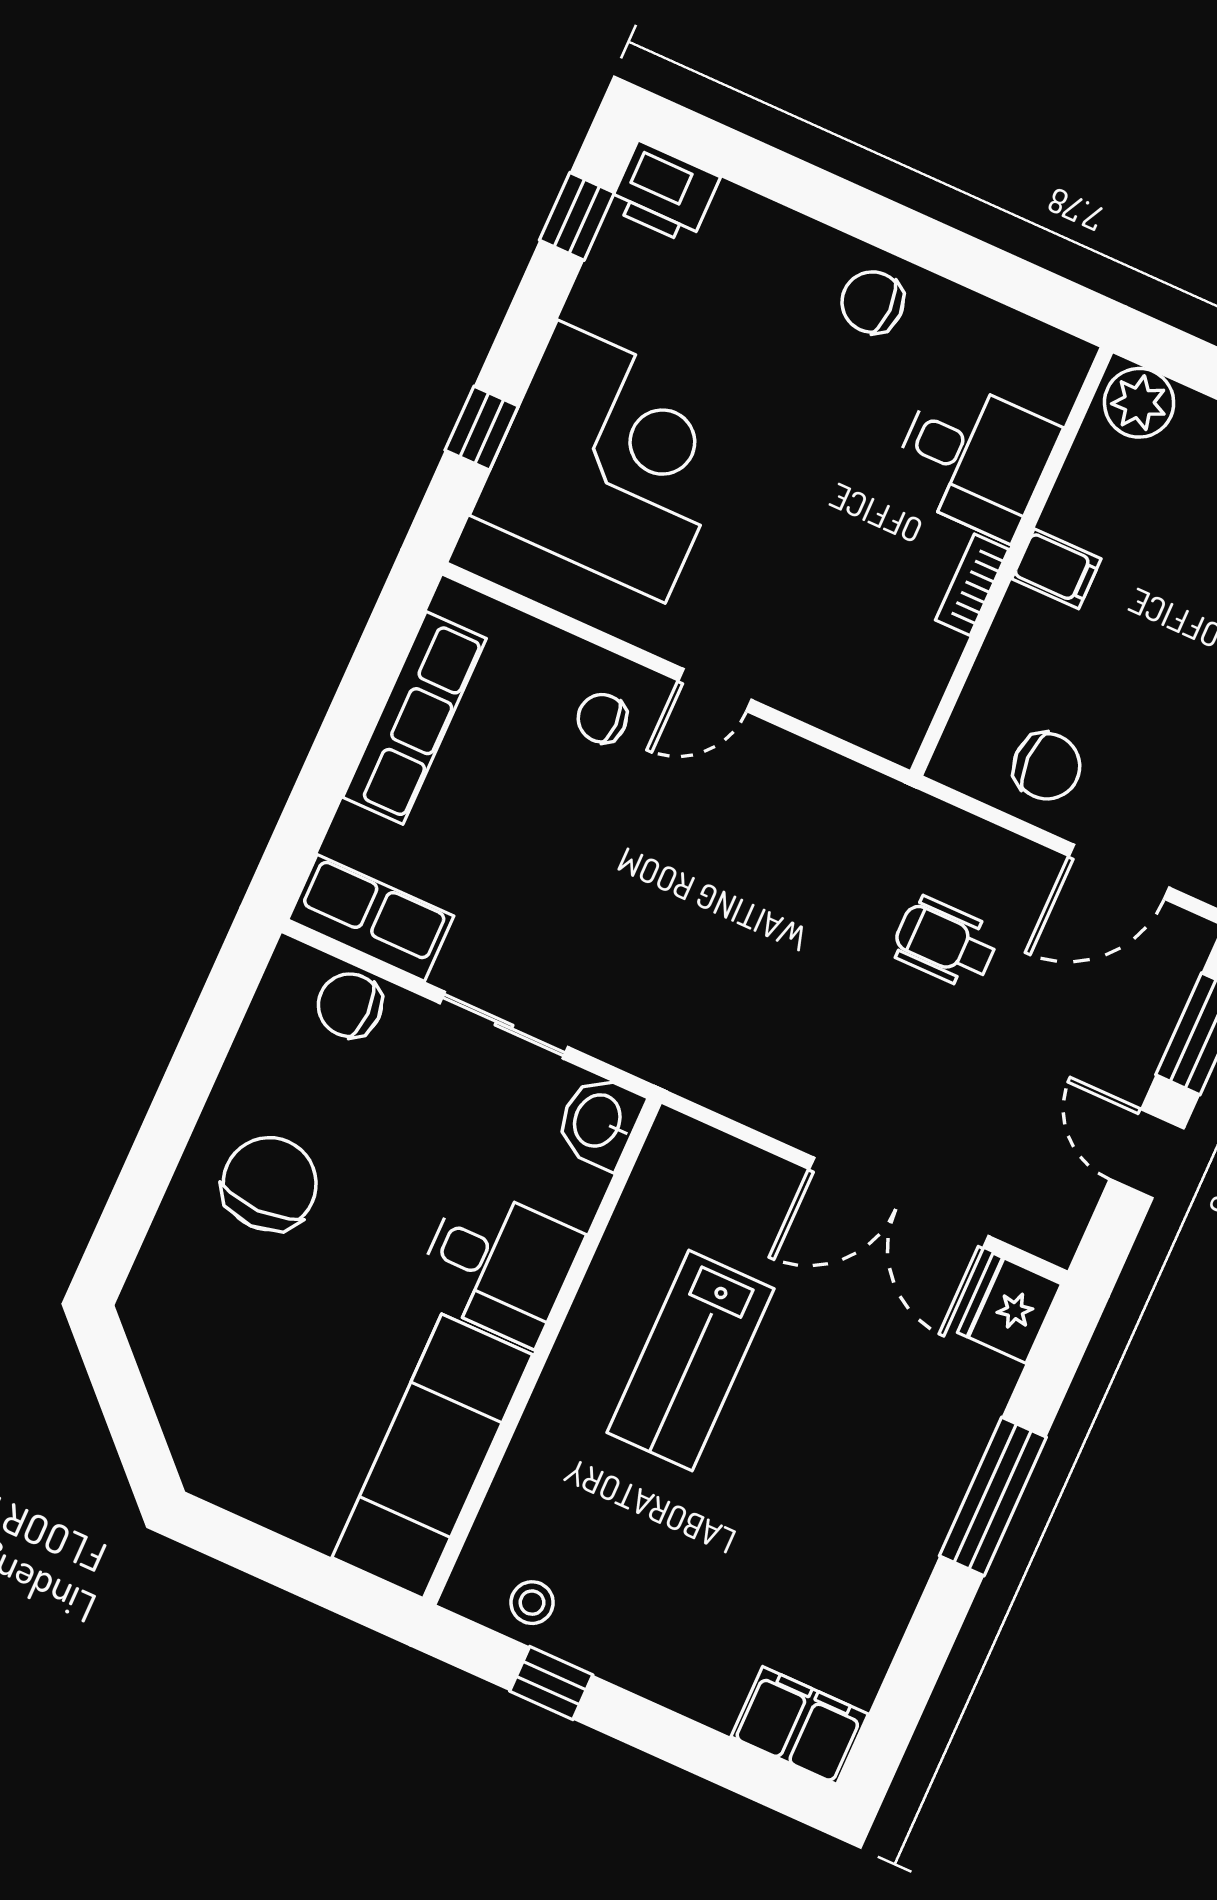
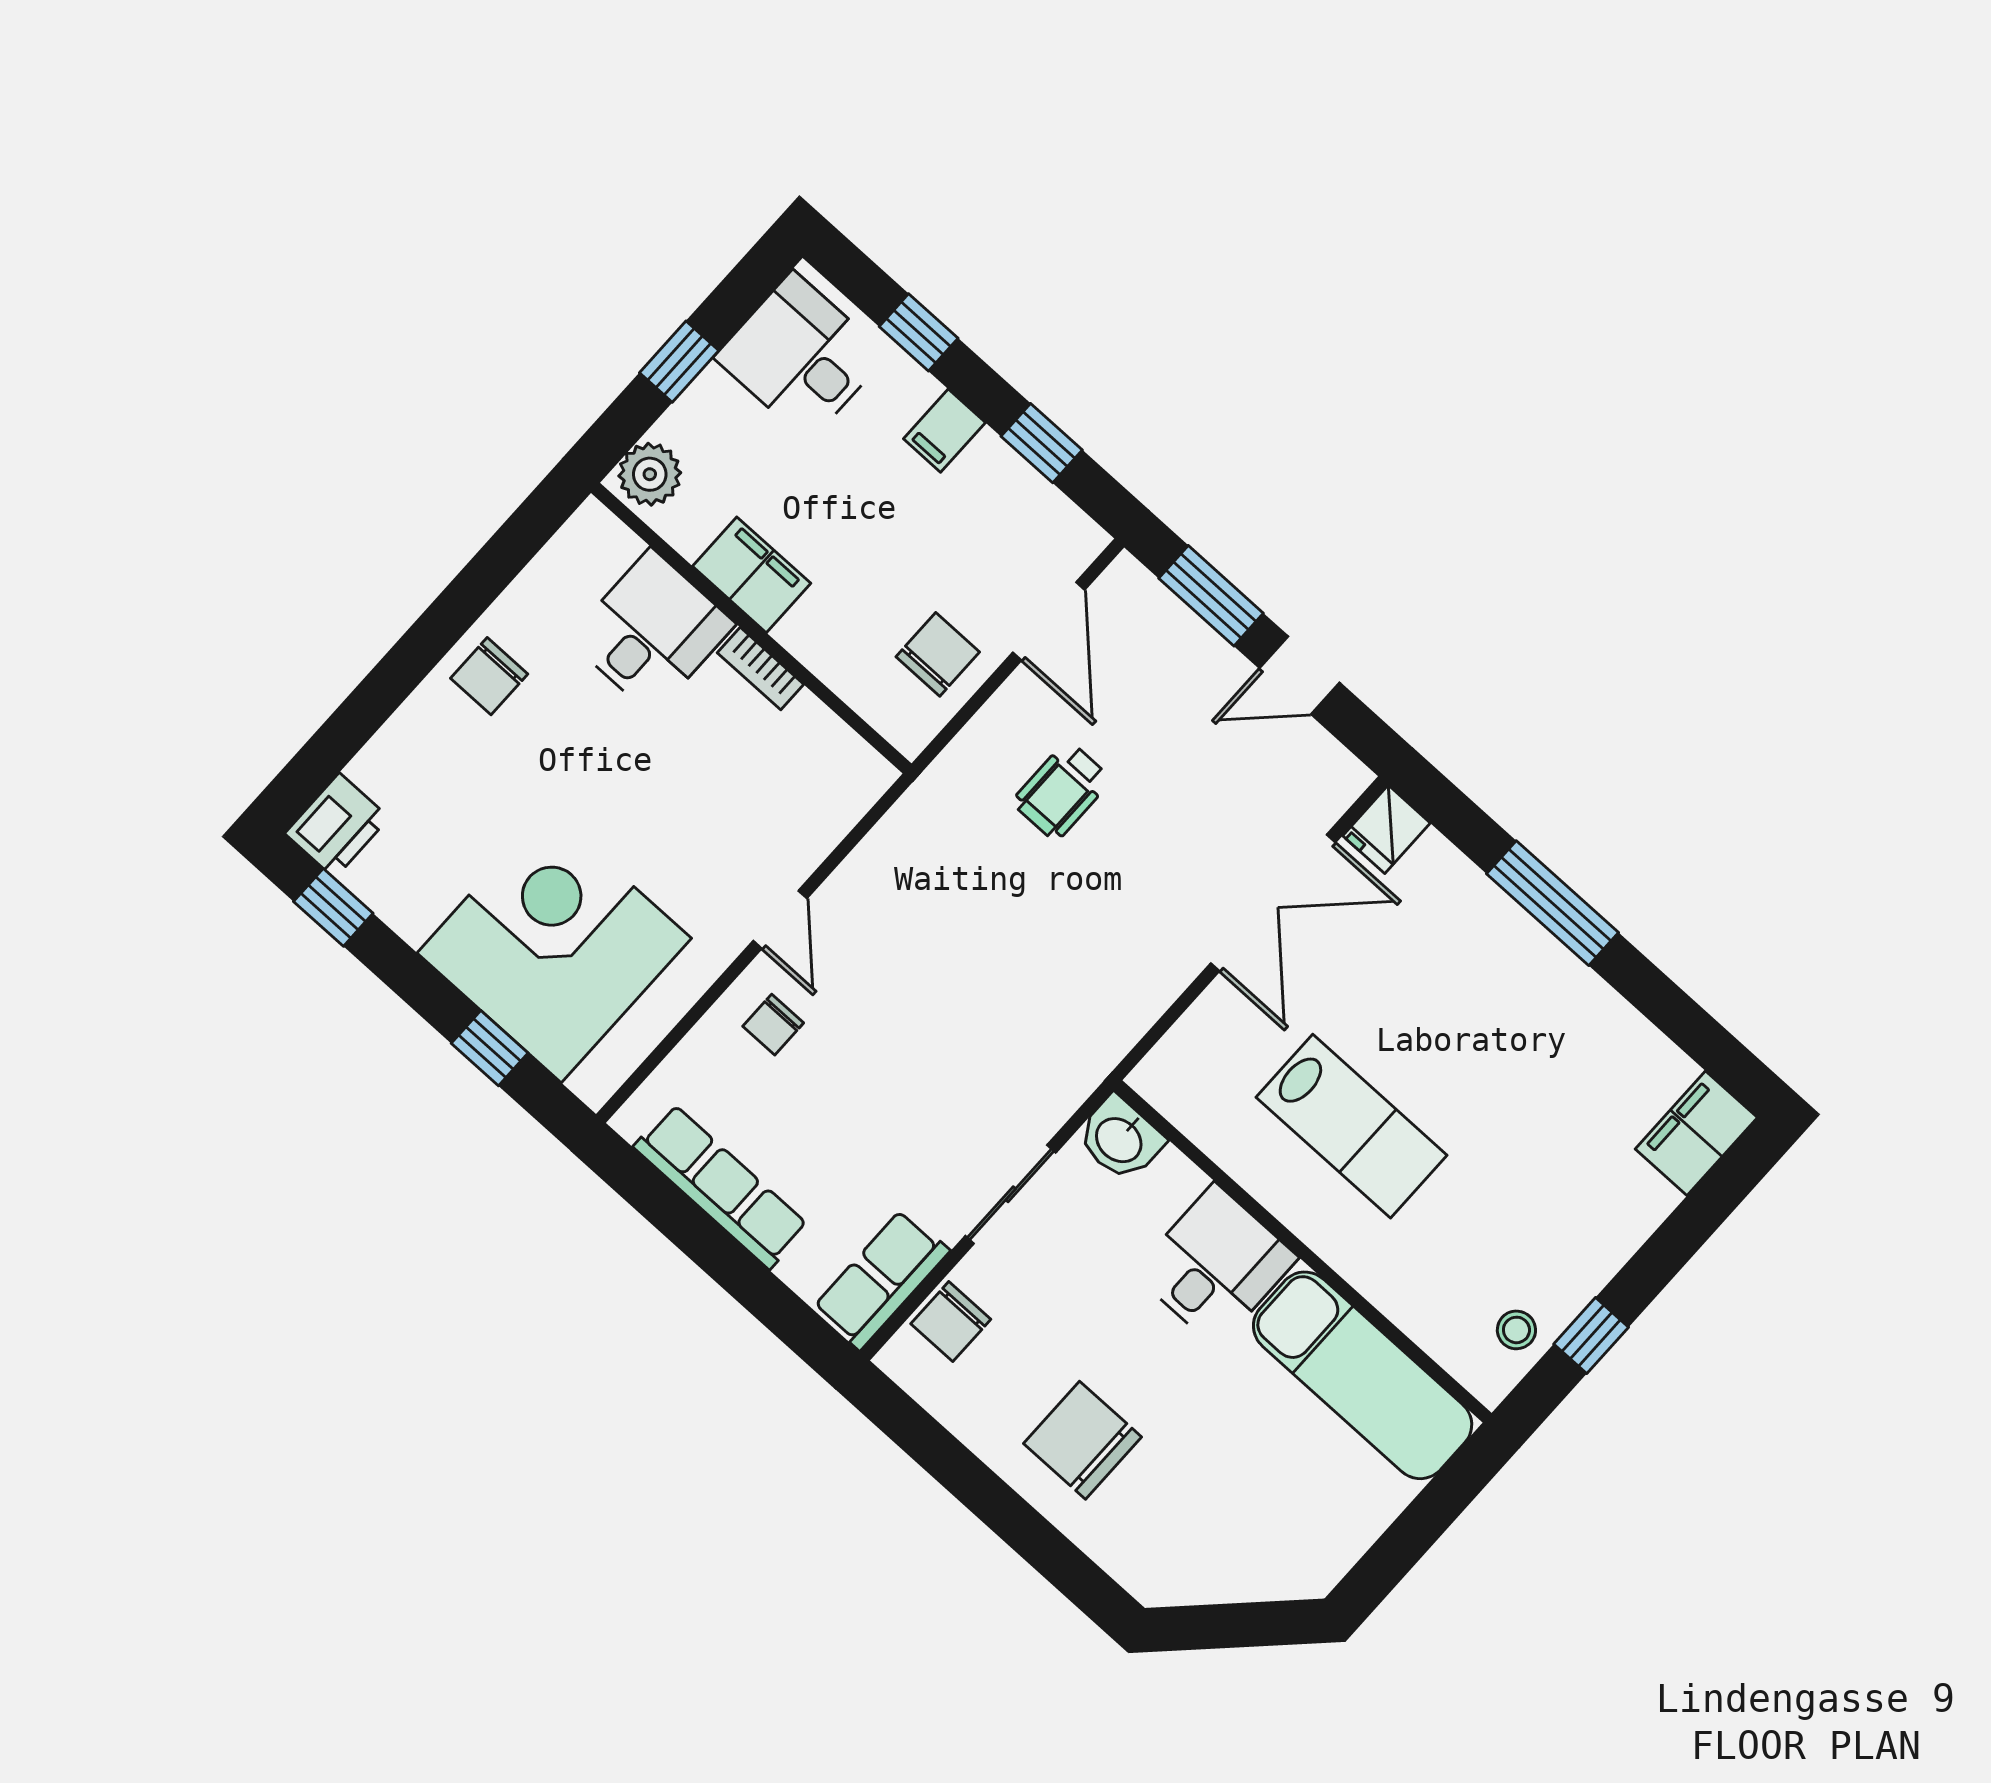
filing cabinet: (1056, 569) -> (752, 575), width x2.00
fridge: (1009, 1308) -> (1387, 829), width x0.72

